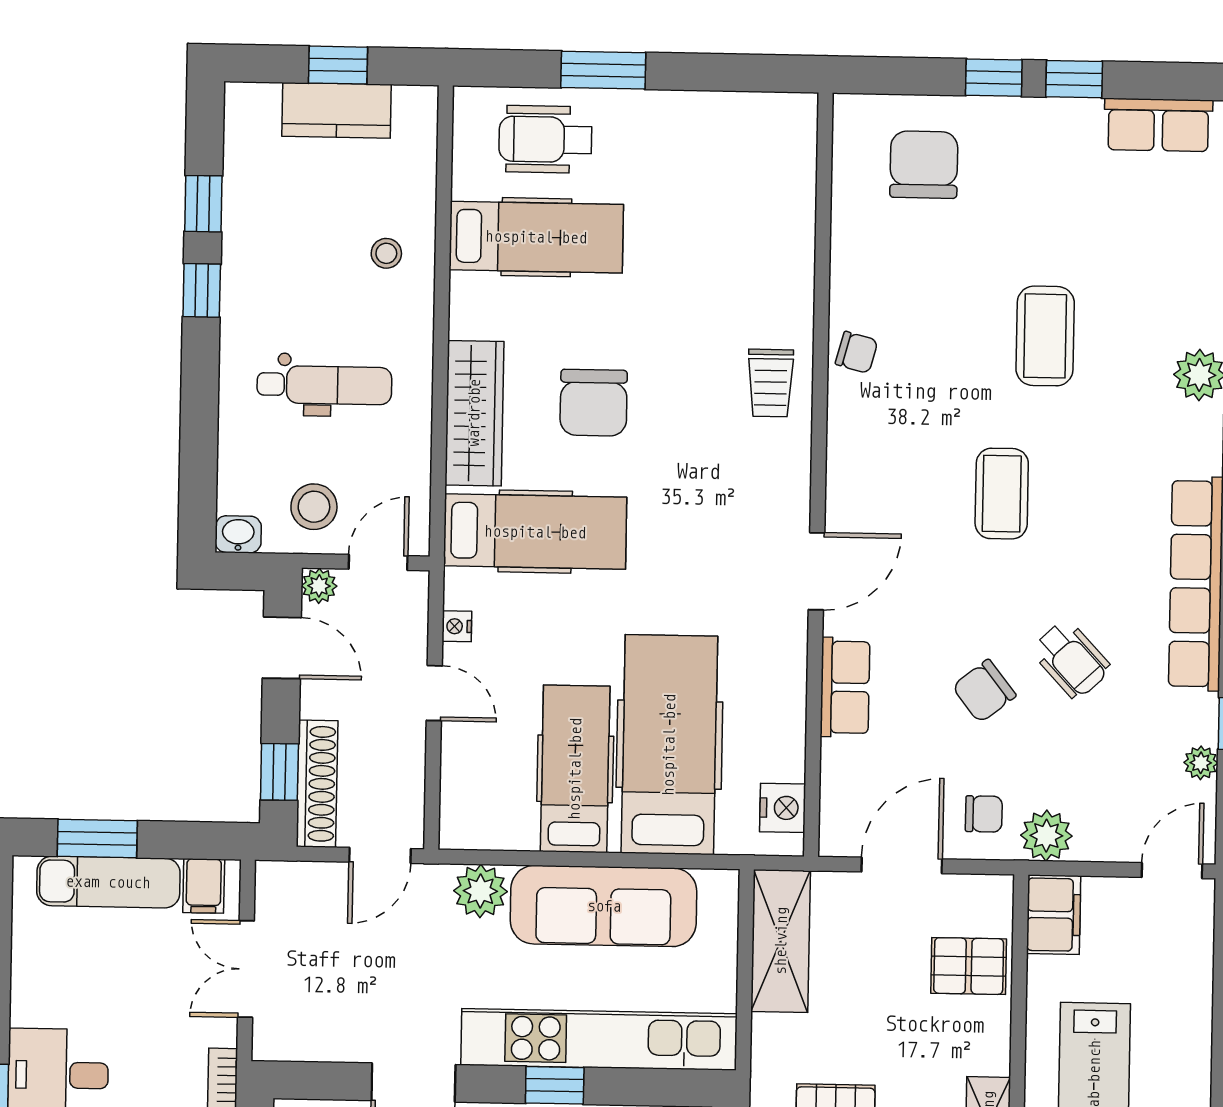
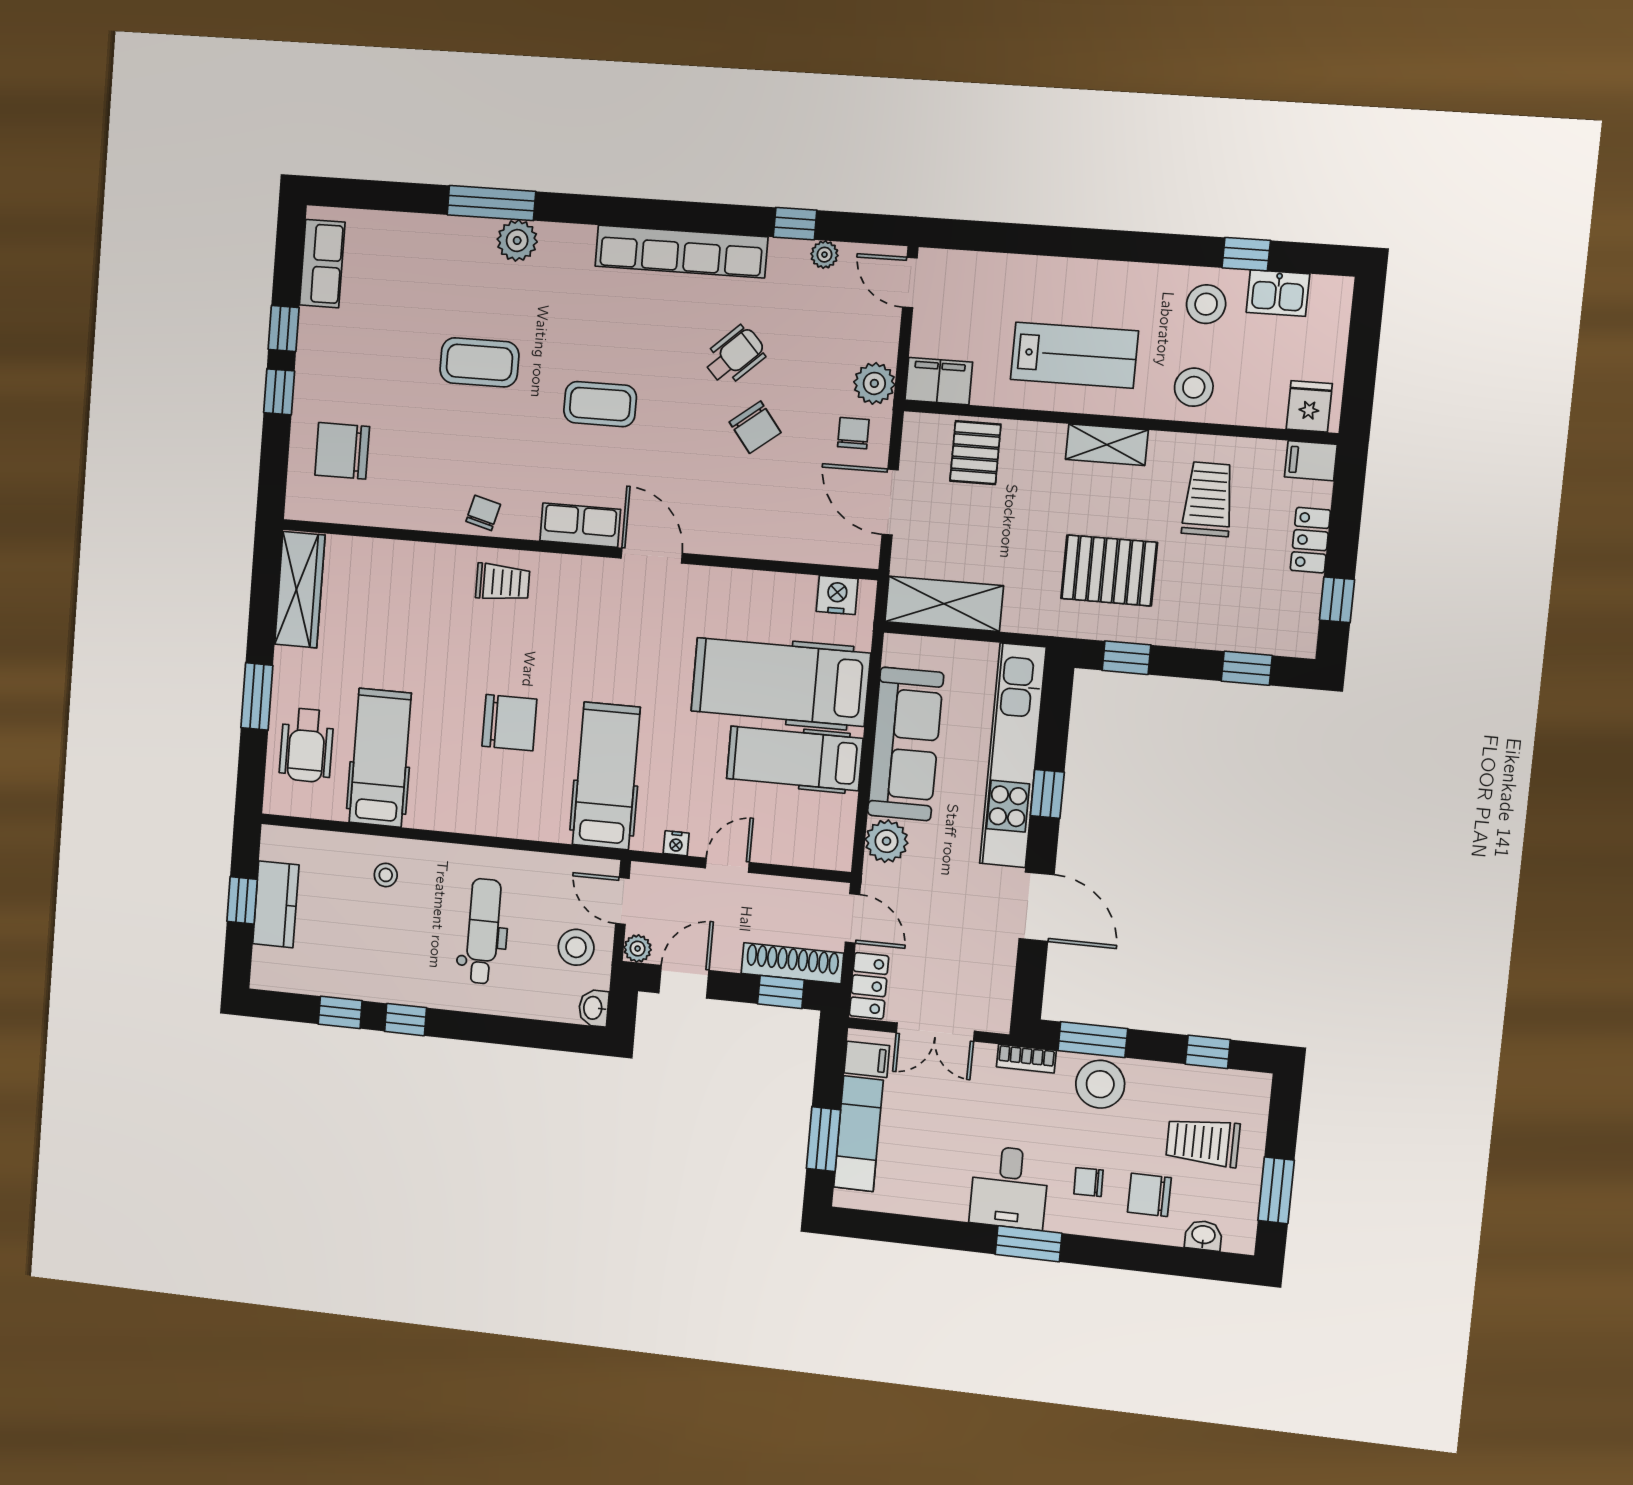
wardrobe: (474, 413) -> (300, 590), moved, turned 90
row of seats: (845, 687) -> (580, 525), moved
locker: (297, 882) -> (869, 986), added

